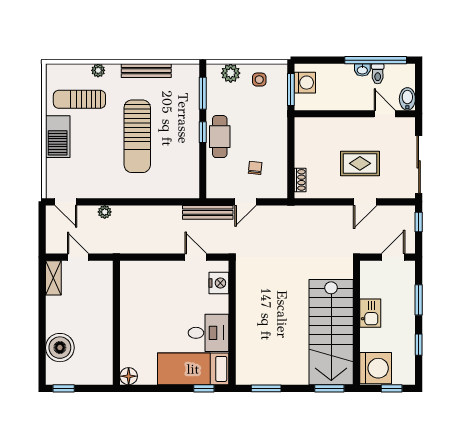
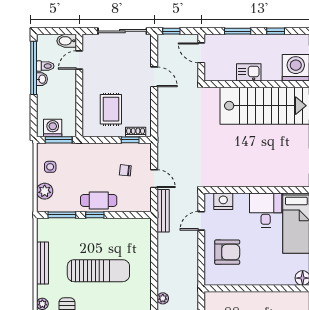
rug: (360, 163) -> (111, 109), moved
window: (291, 174) -> (130, 140), added
armchair: (159, 288) -> (227, 252), added

